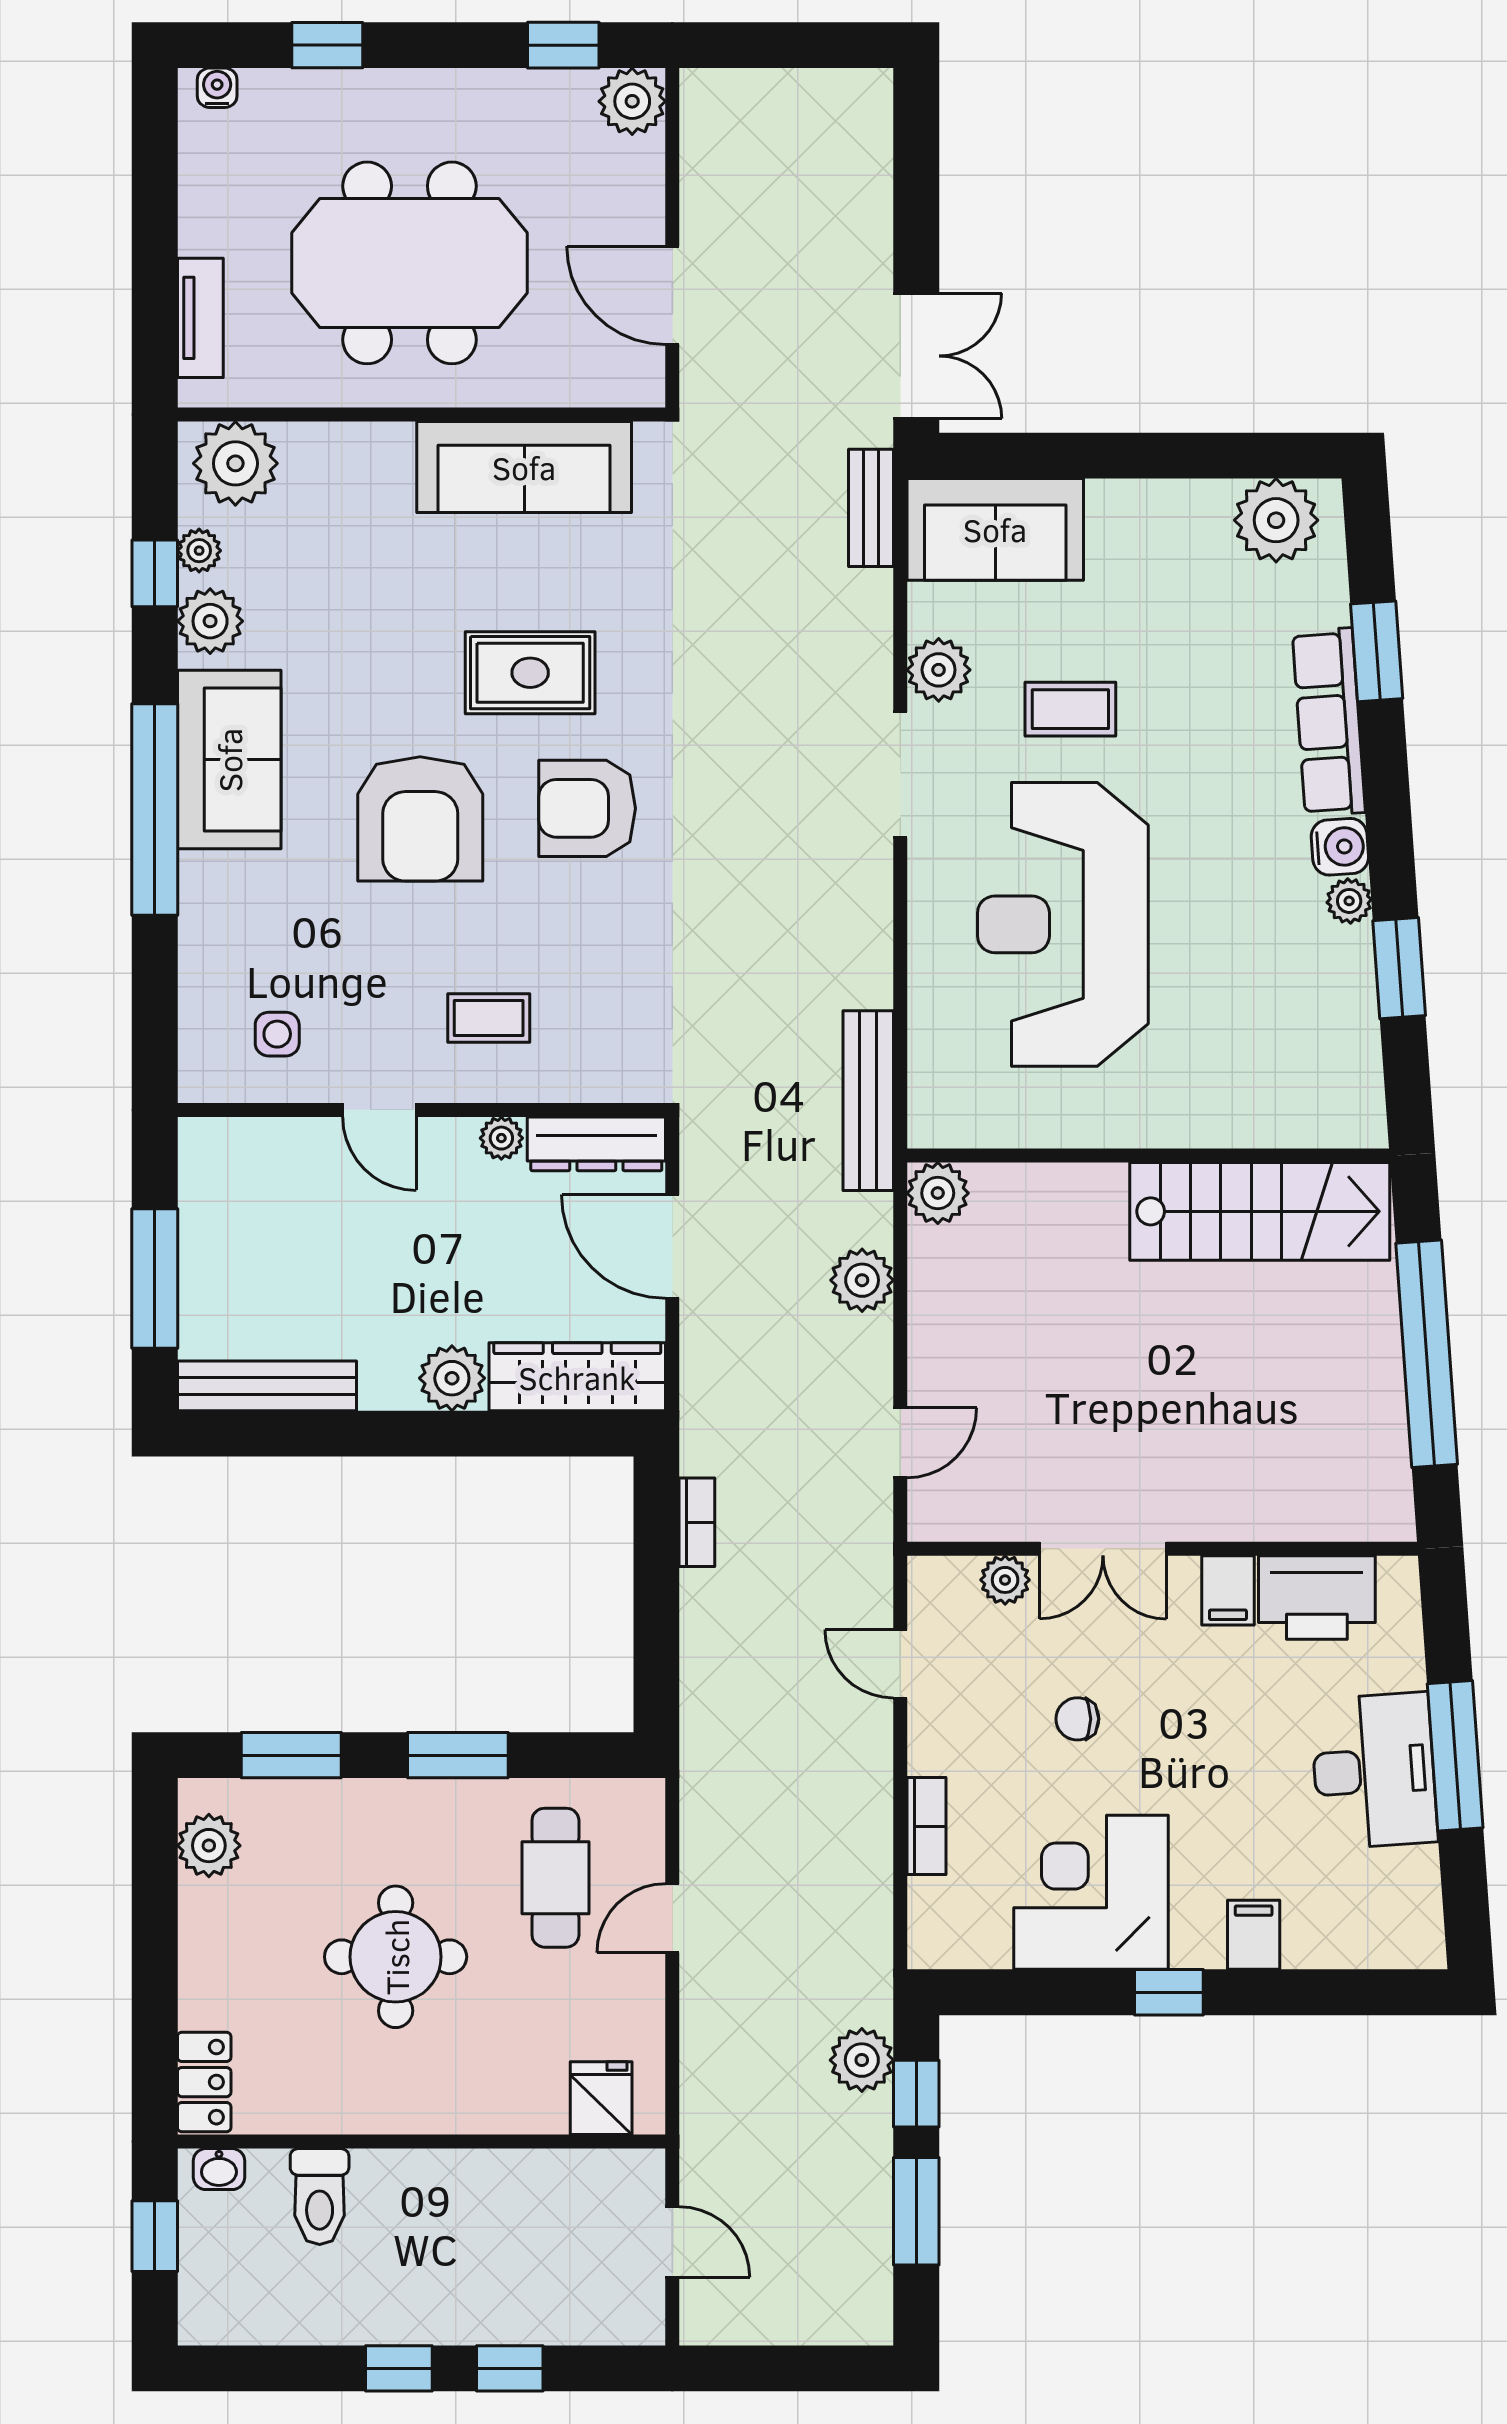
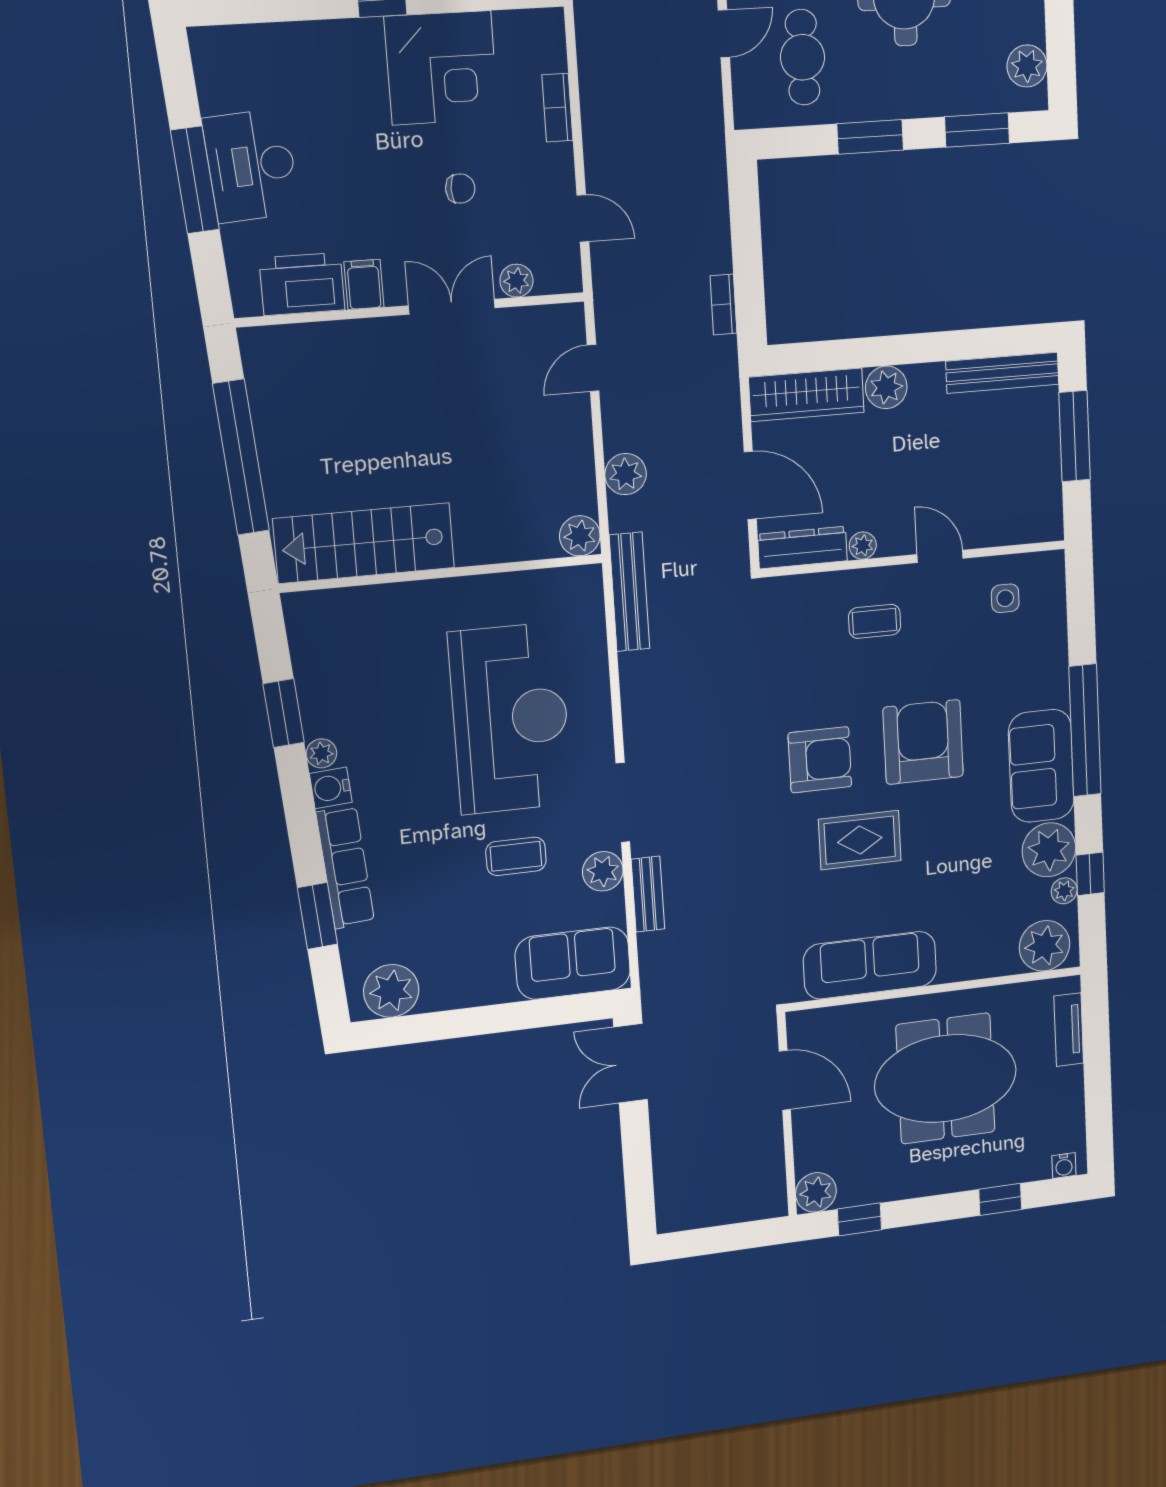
bench: (871, 508) -> (648, 894), moved
plant: (210, 621) -> (1049, 850), width x1.36, depth x1.36
filing cabinet: (1254, 1935) -> (326, 44), removed

